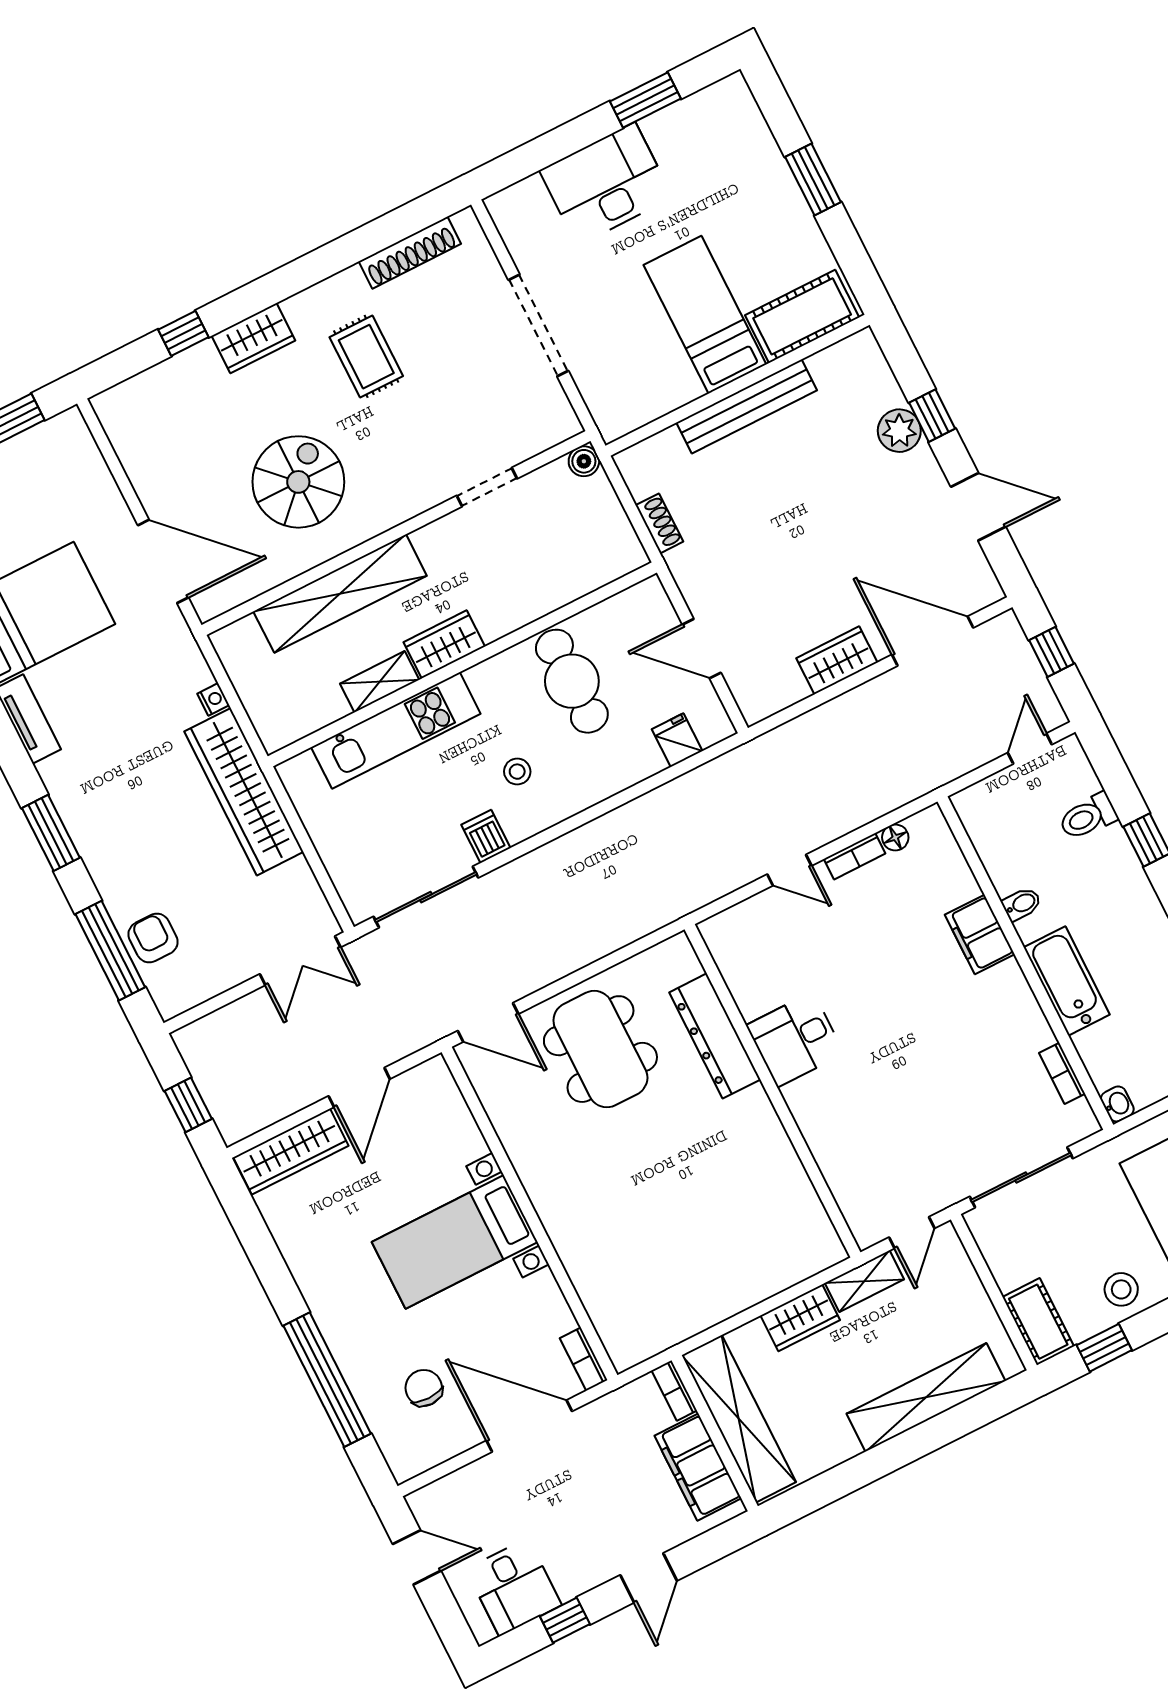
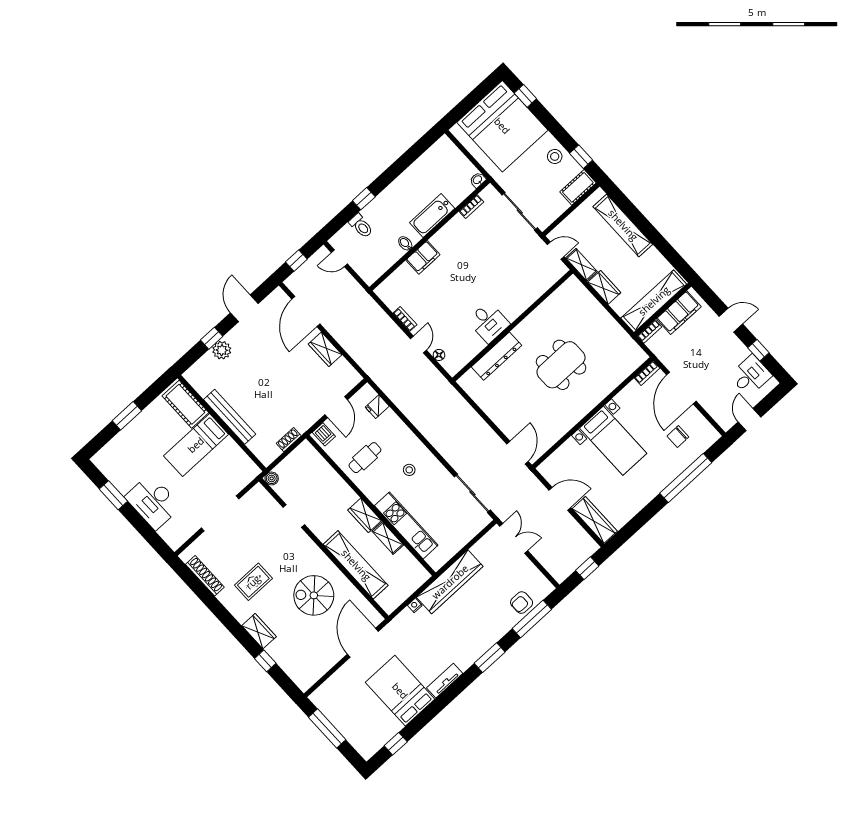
cafe table: (572, 681) -> (365, 458), width x0.73, depth x0.74
dishwasher: (486, 836) -> (324, 434), moved, turned -90
floor lamp: (895, 837) -> (439, 355), moved
dining table: (600, 1049) -> (561, 365), moved

